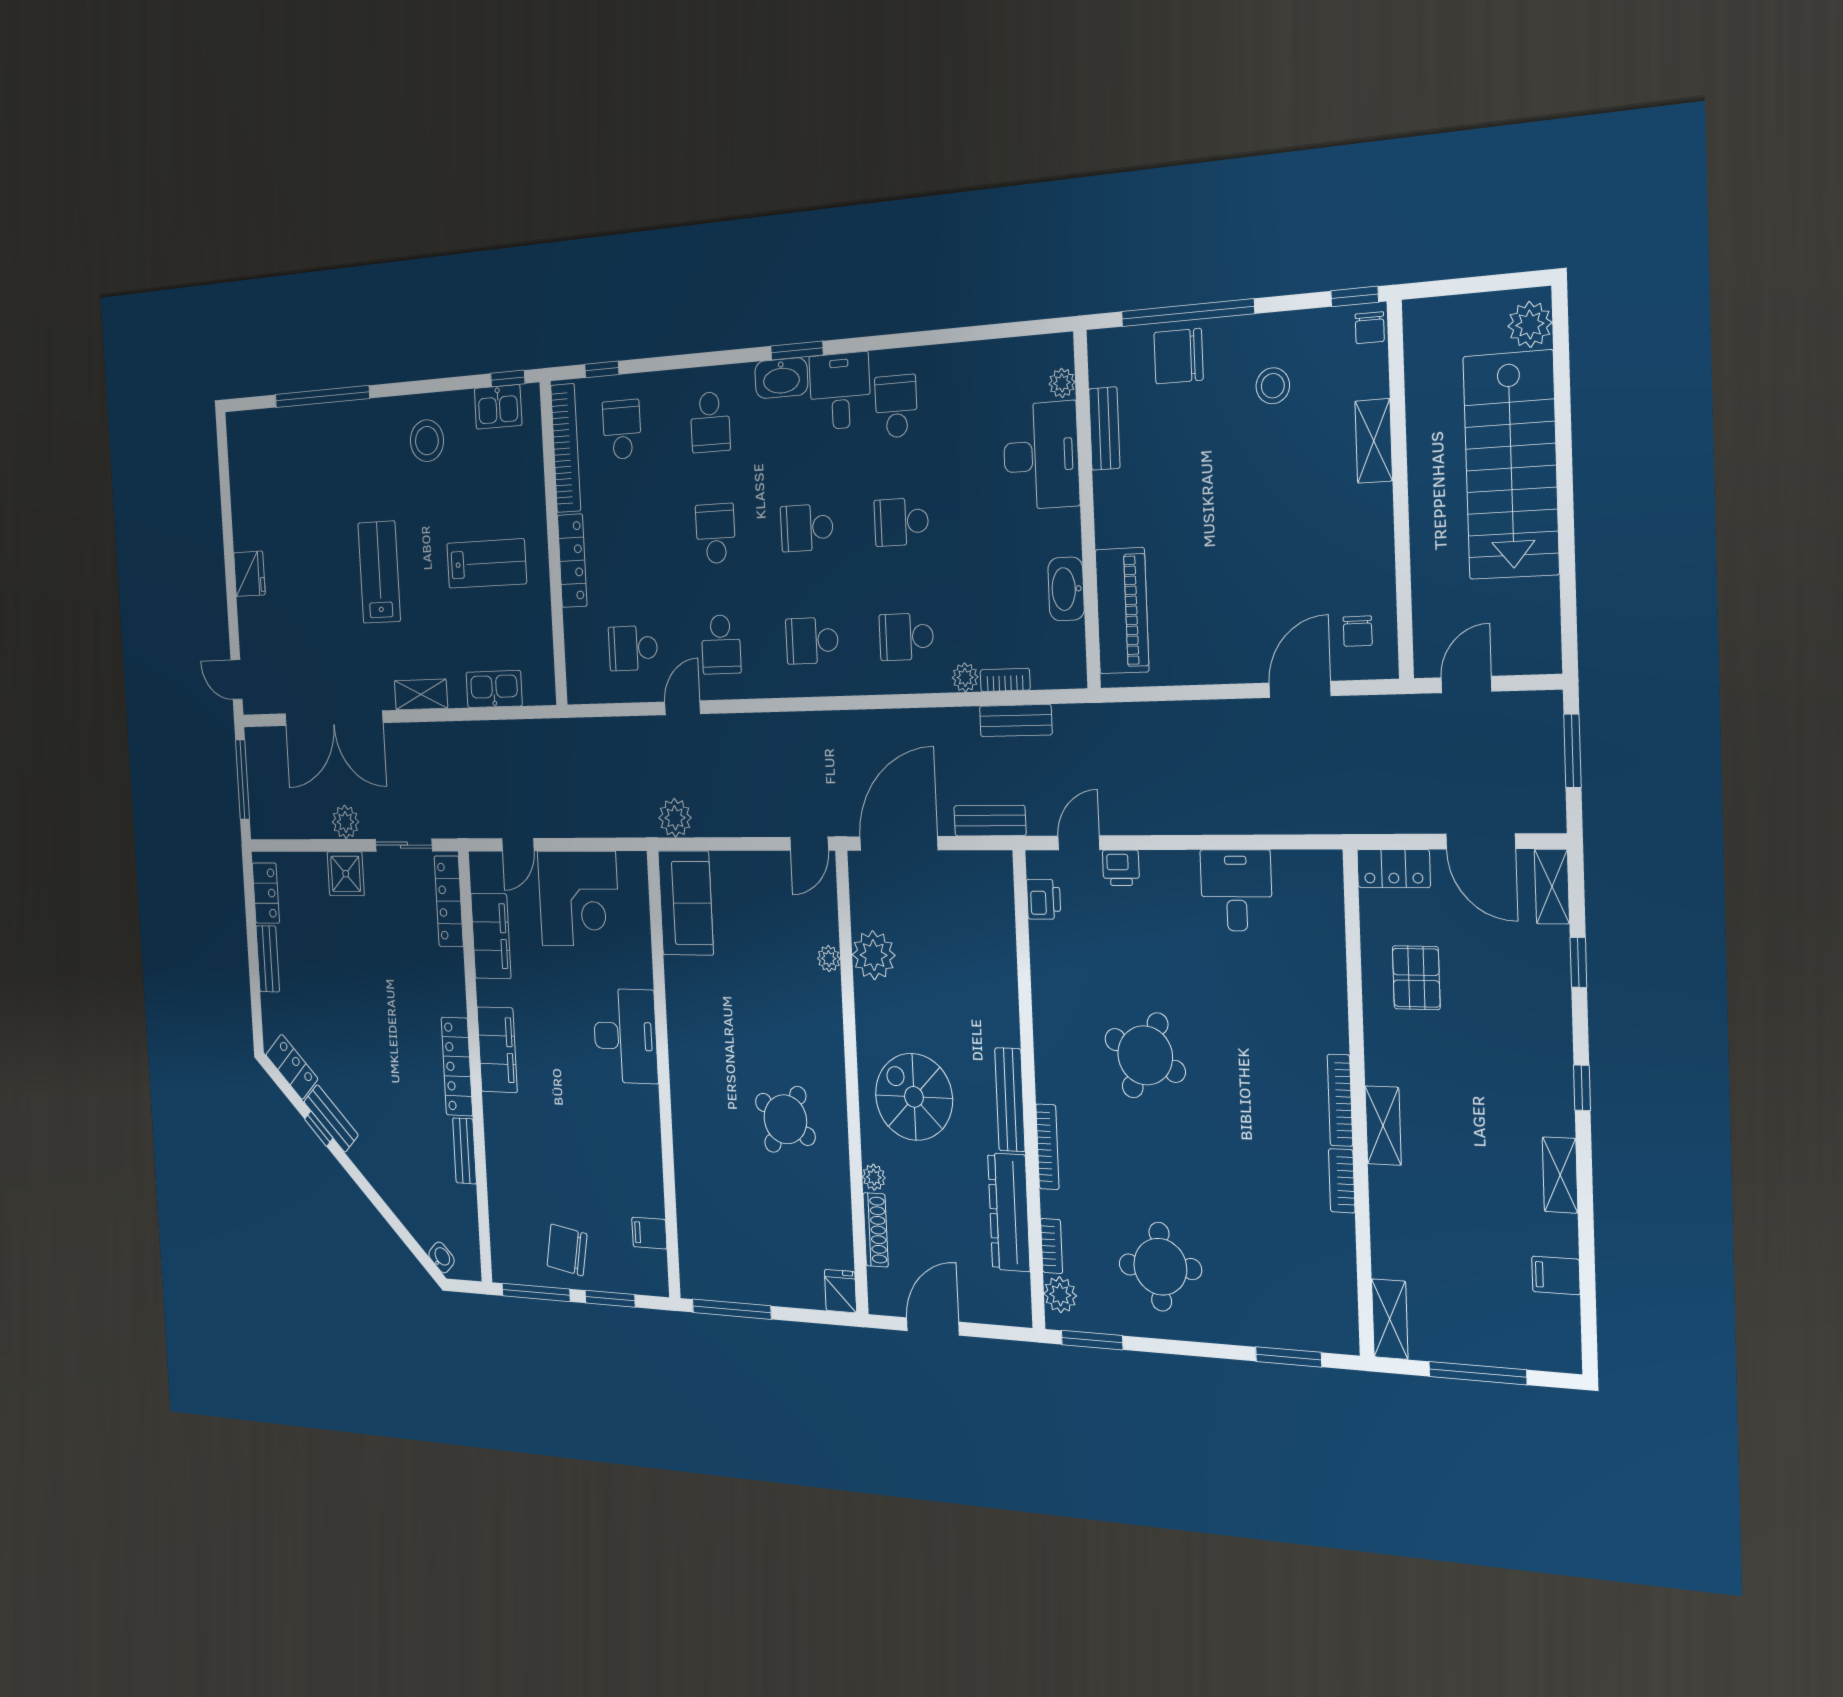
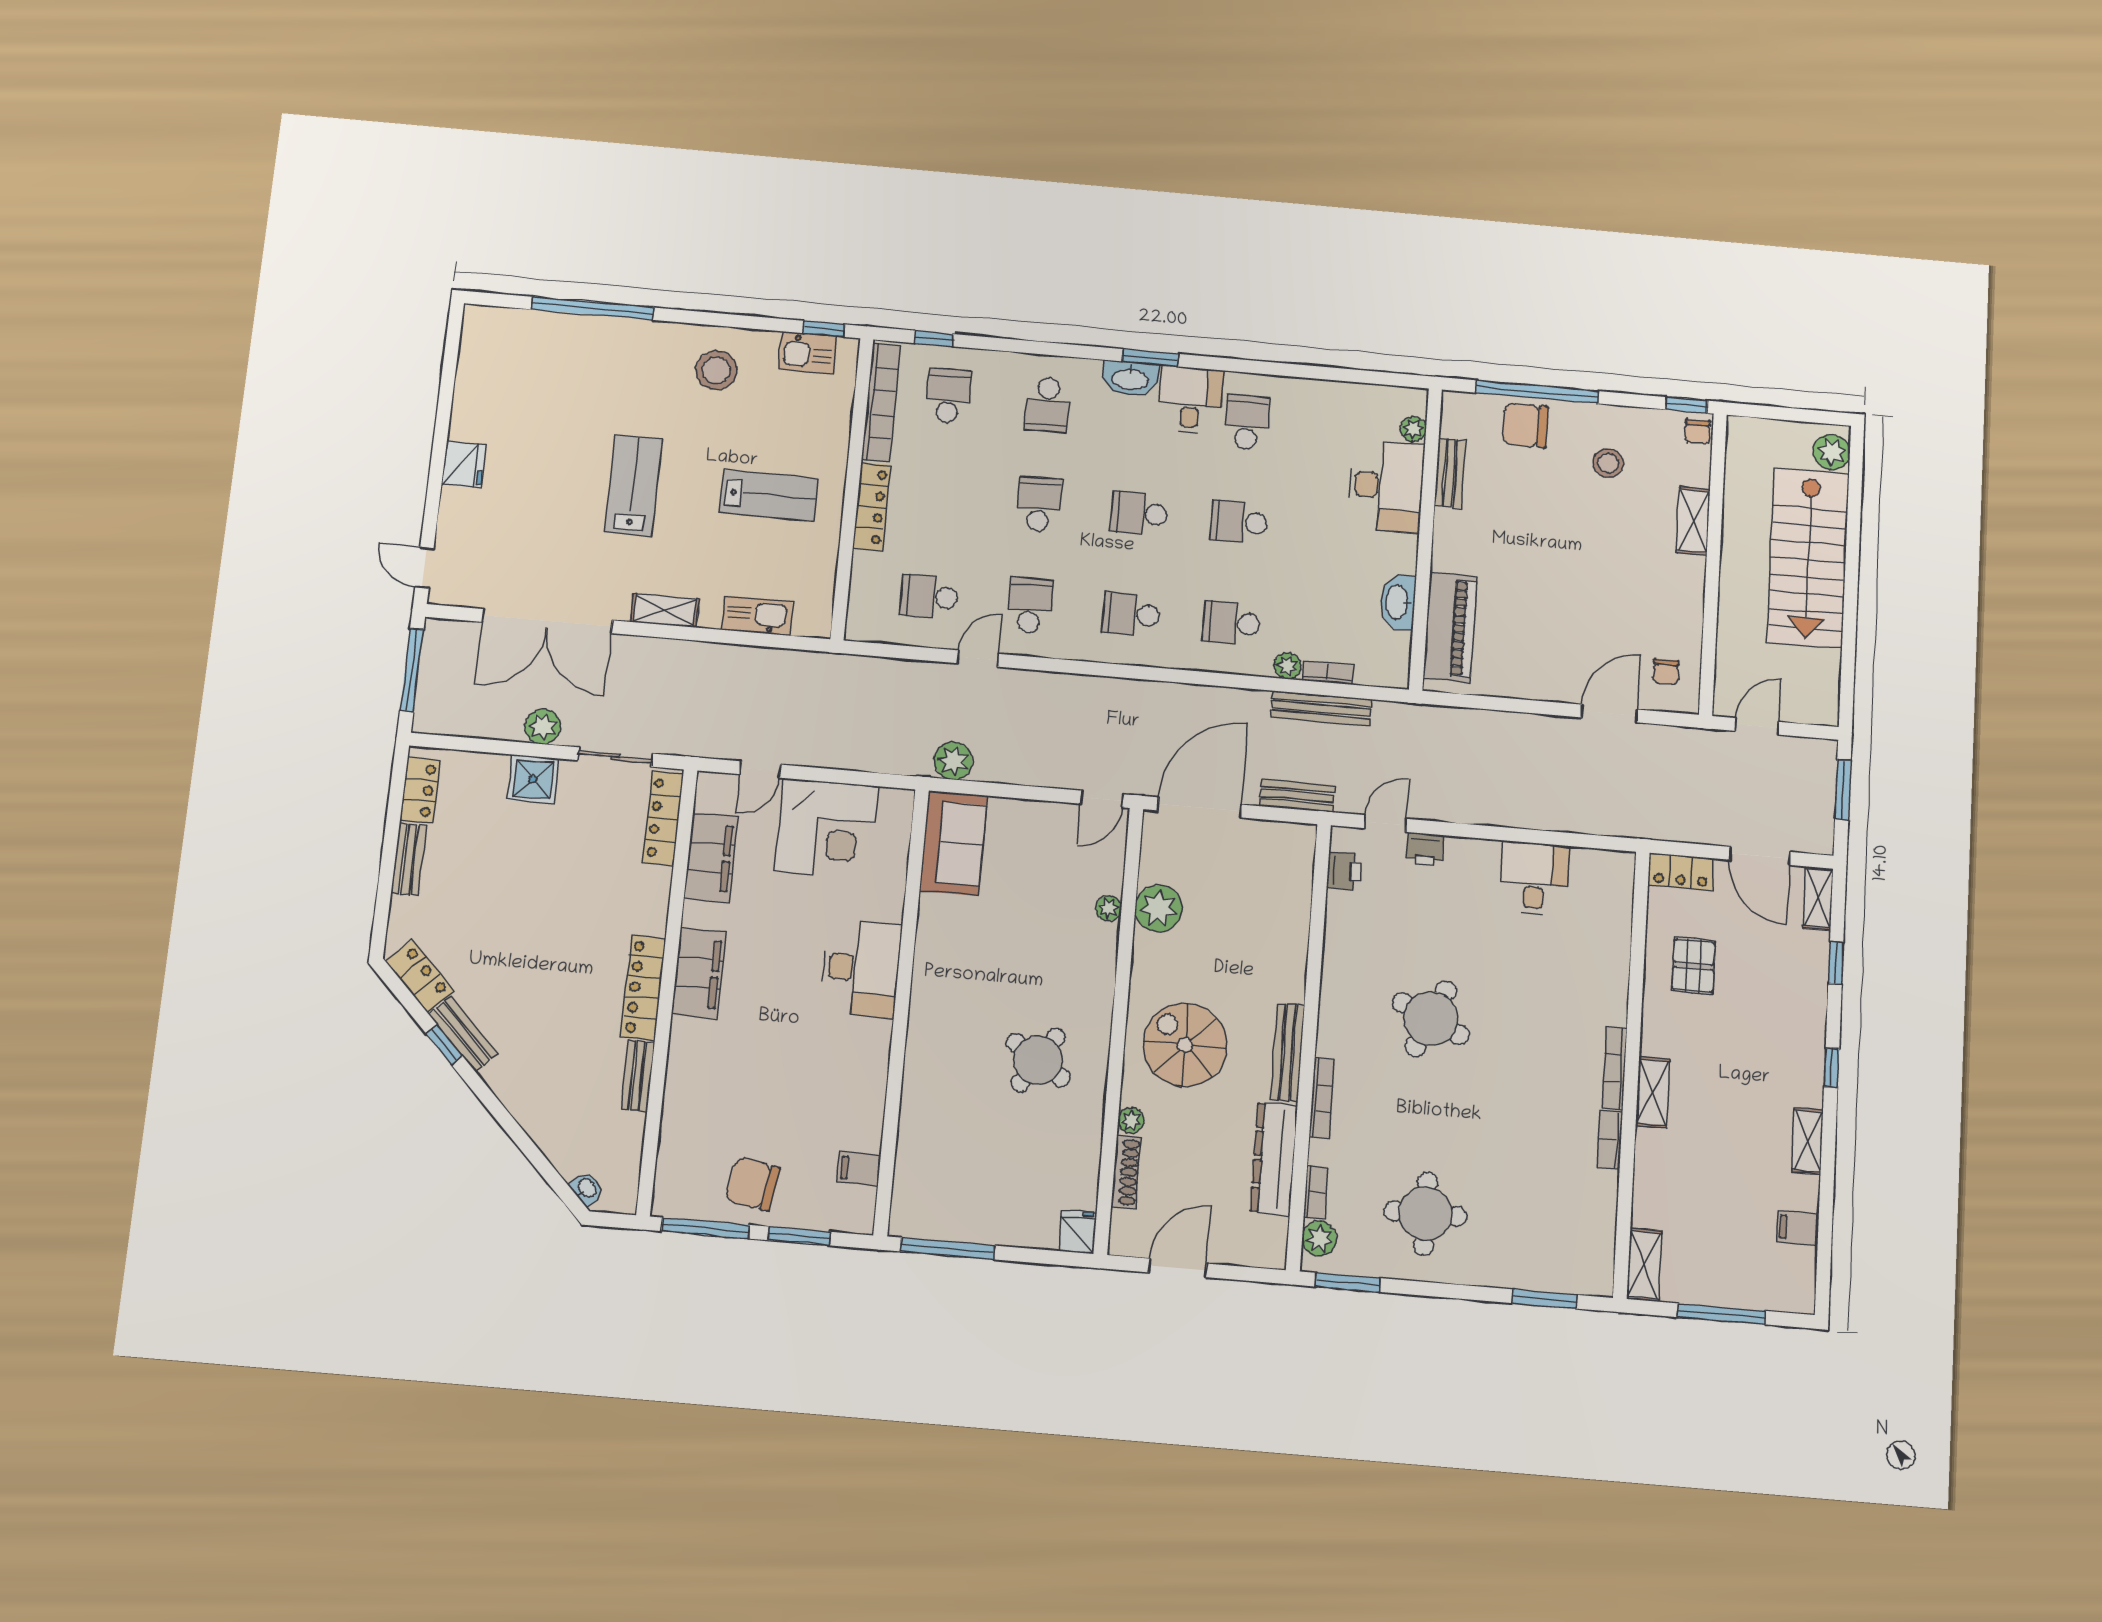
school desk: (721, 644) -> (1030, 605), turned 180
bench: (1016, 721) -> (1321, 708), width x1.36

